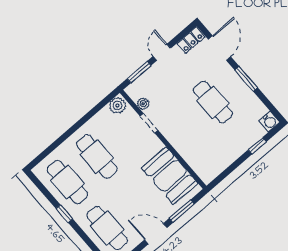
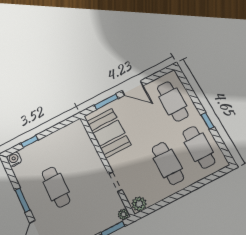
plant: (143, 104) -> (123, 214), moved

